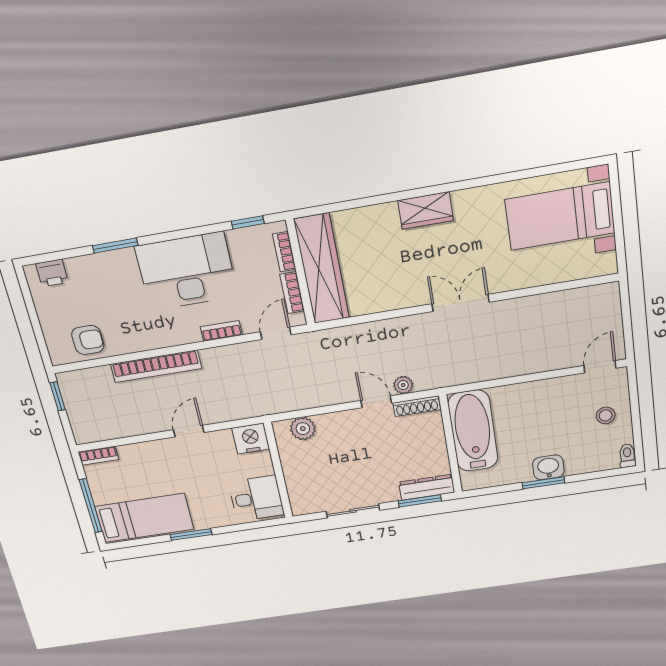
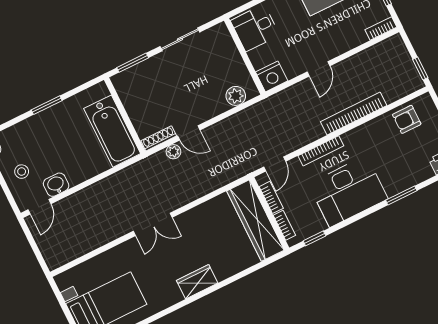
bookcase: (221, 331) -> (321, 151), width x1.56
washbasin: (548, 467) -> (56, 185), moved, turned 180
dresser: (427, 487) -> (131, 76), removed

